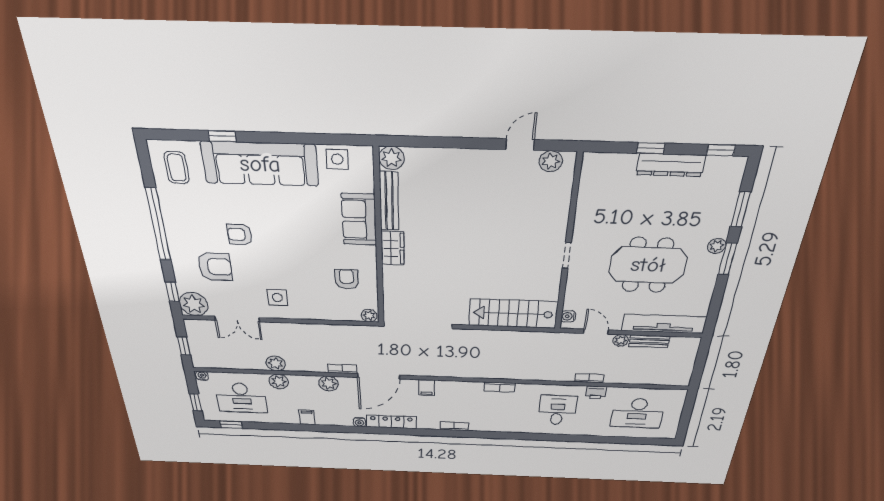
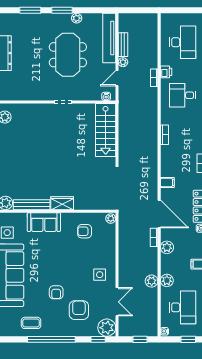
coffee table: (177, 168) -> (31, 323), moved
plant: (717, 246) -> (77, 18), moved

